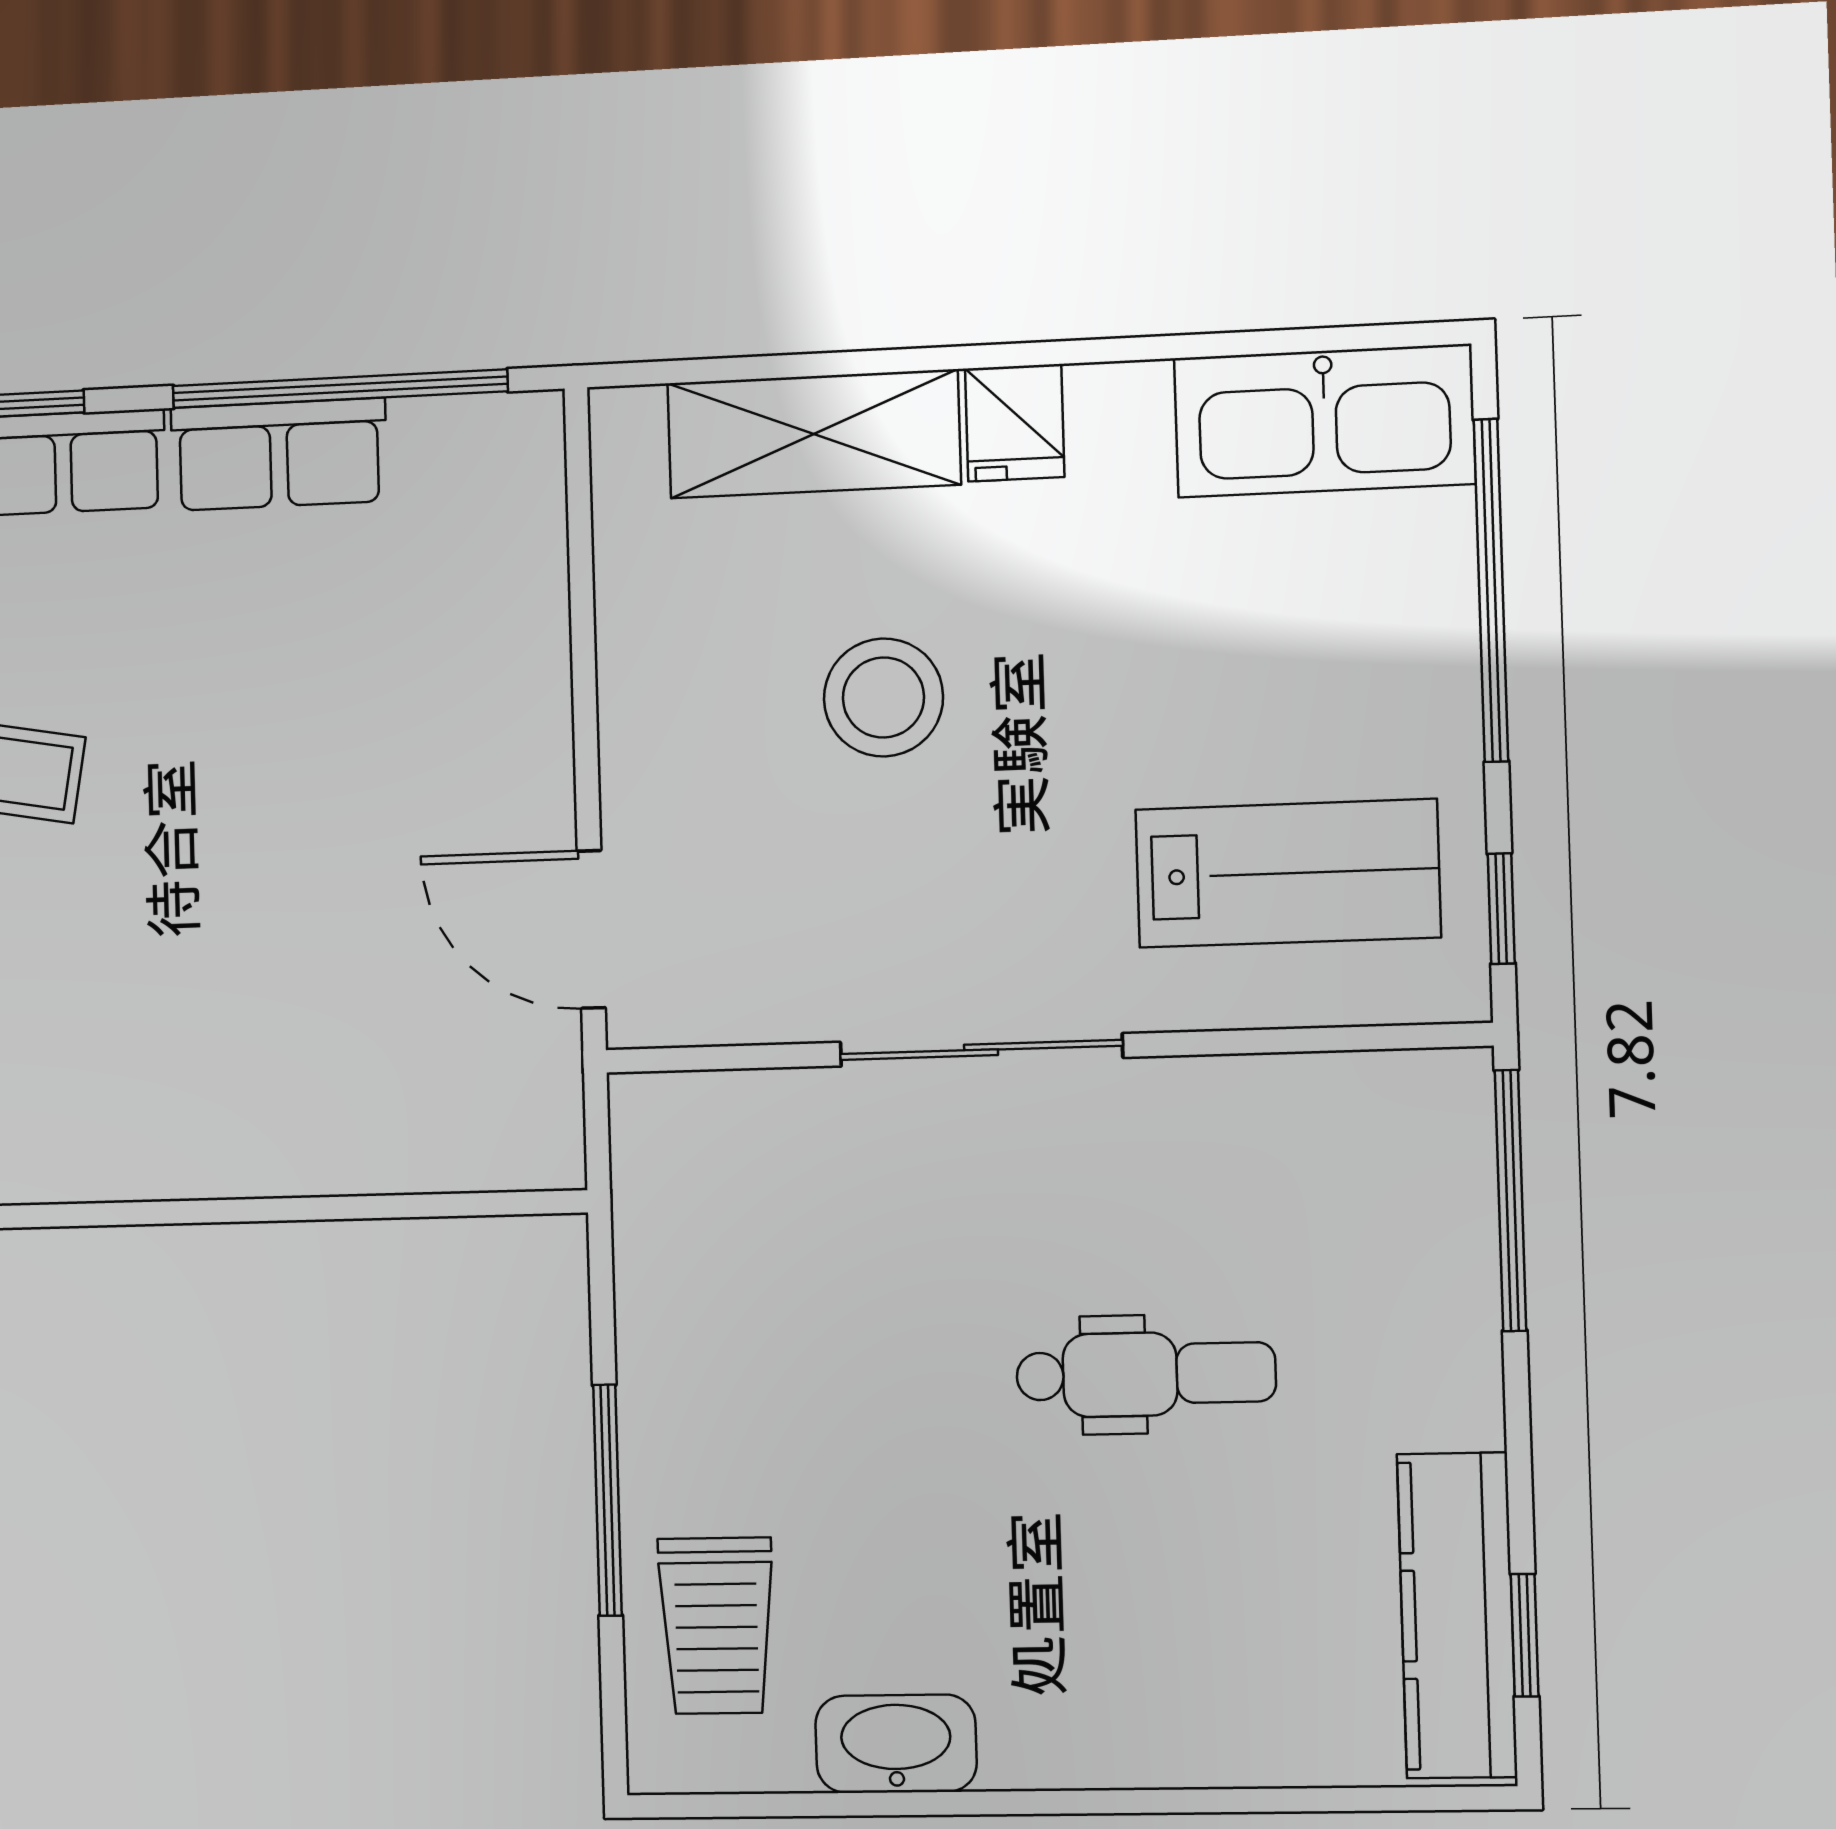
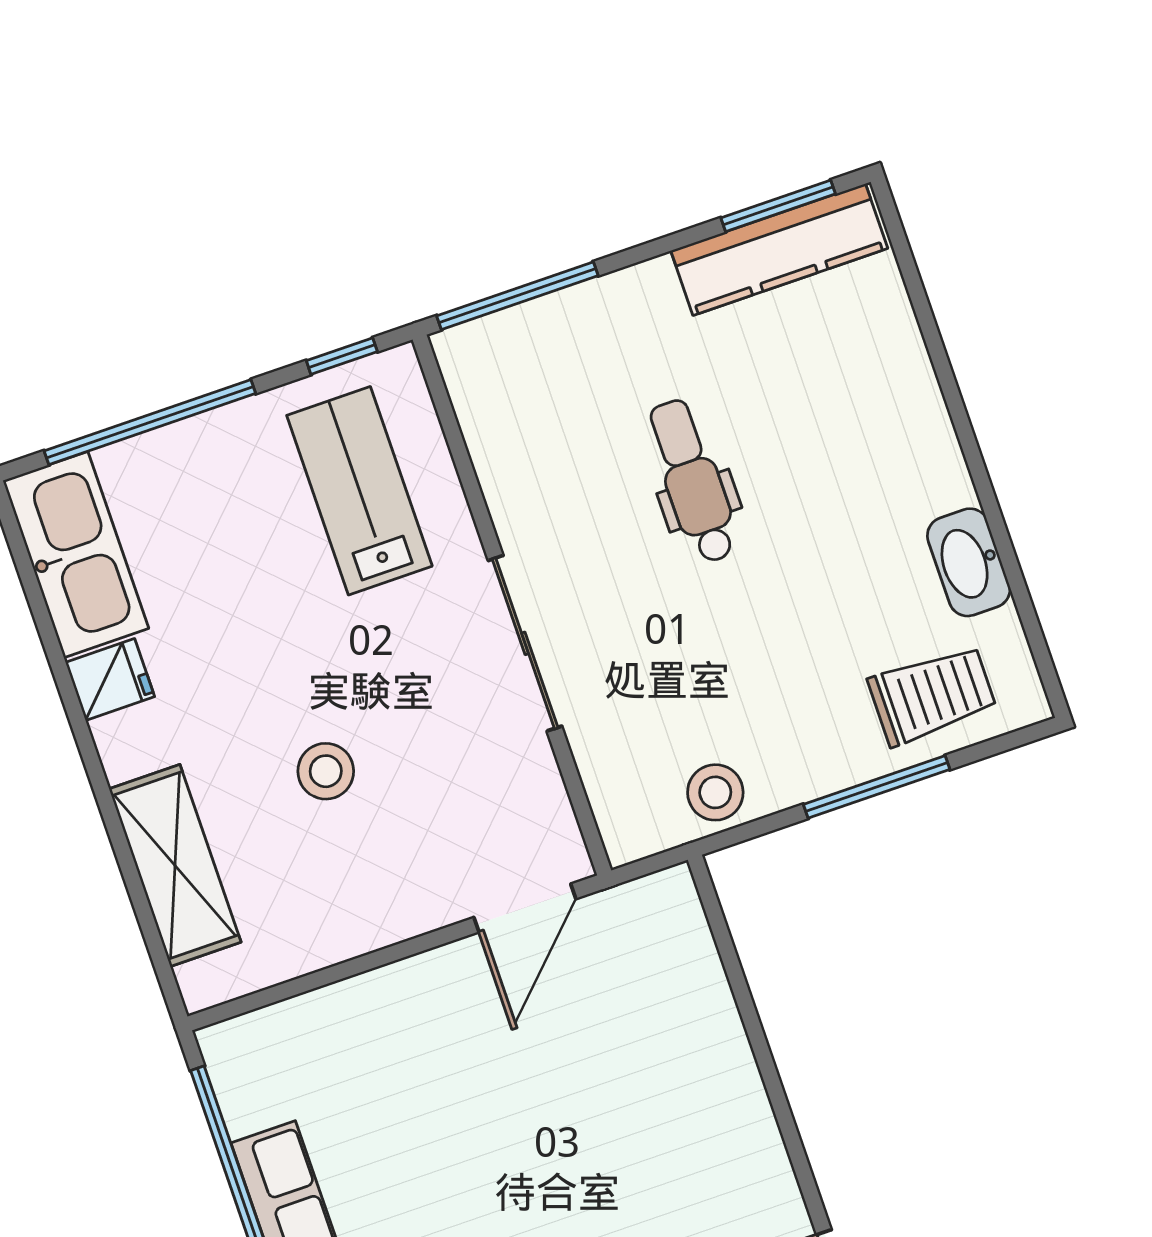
fridge: (1015, 423) -> (110, 680), moved
stool: (883, 697) -> (326, 771), width x0.73, depth x0.73
stool: (673, 1261) -> (715, 792), added
window: (1525, 1635) -> (778, 206), width x1.50

